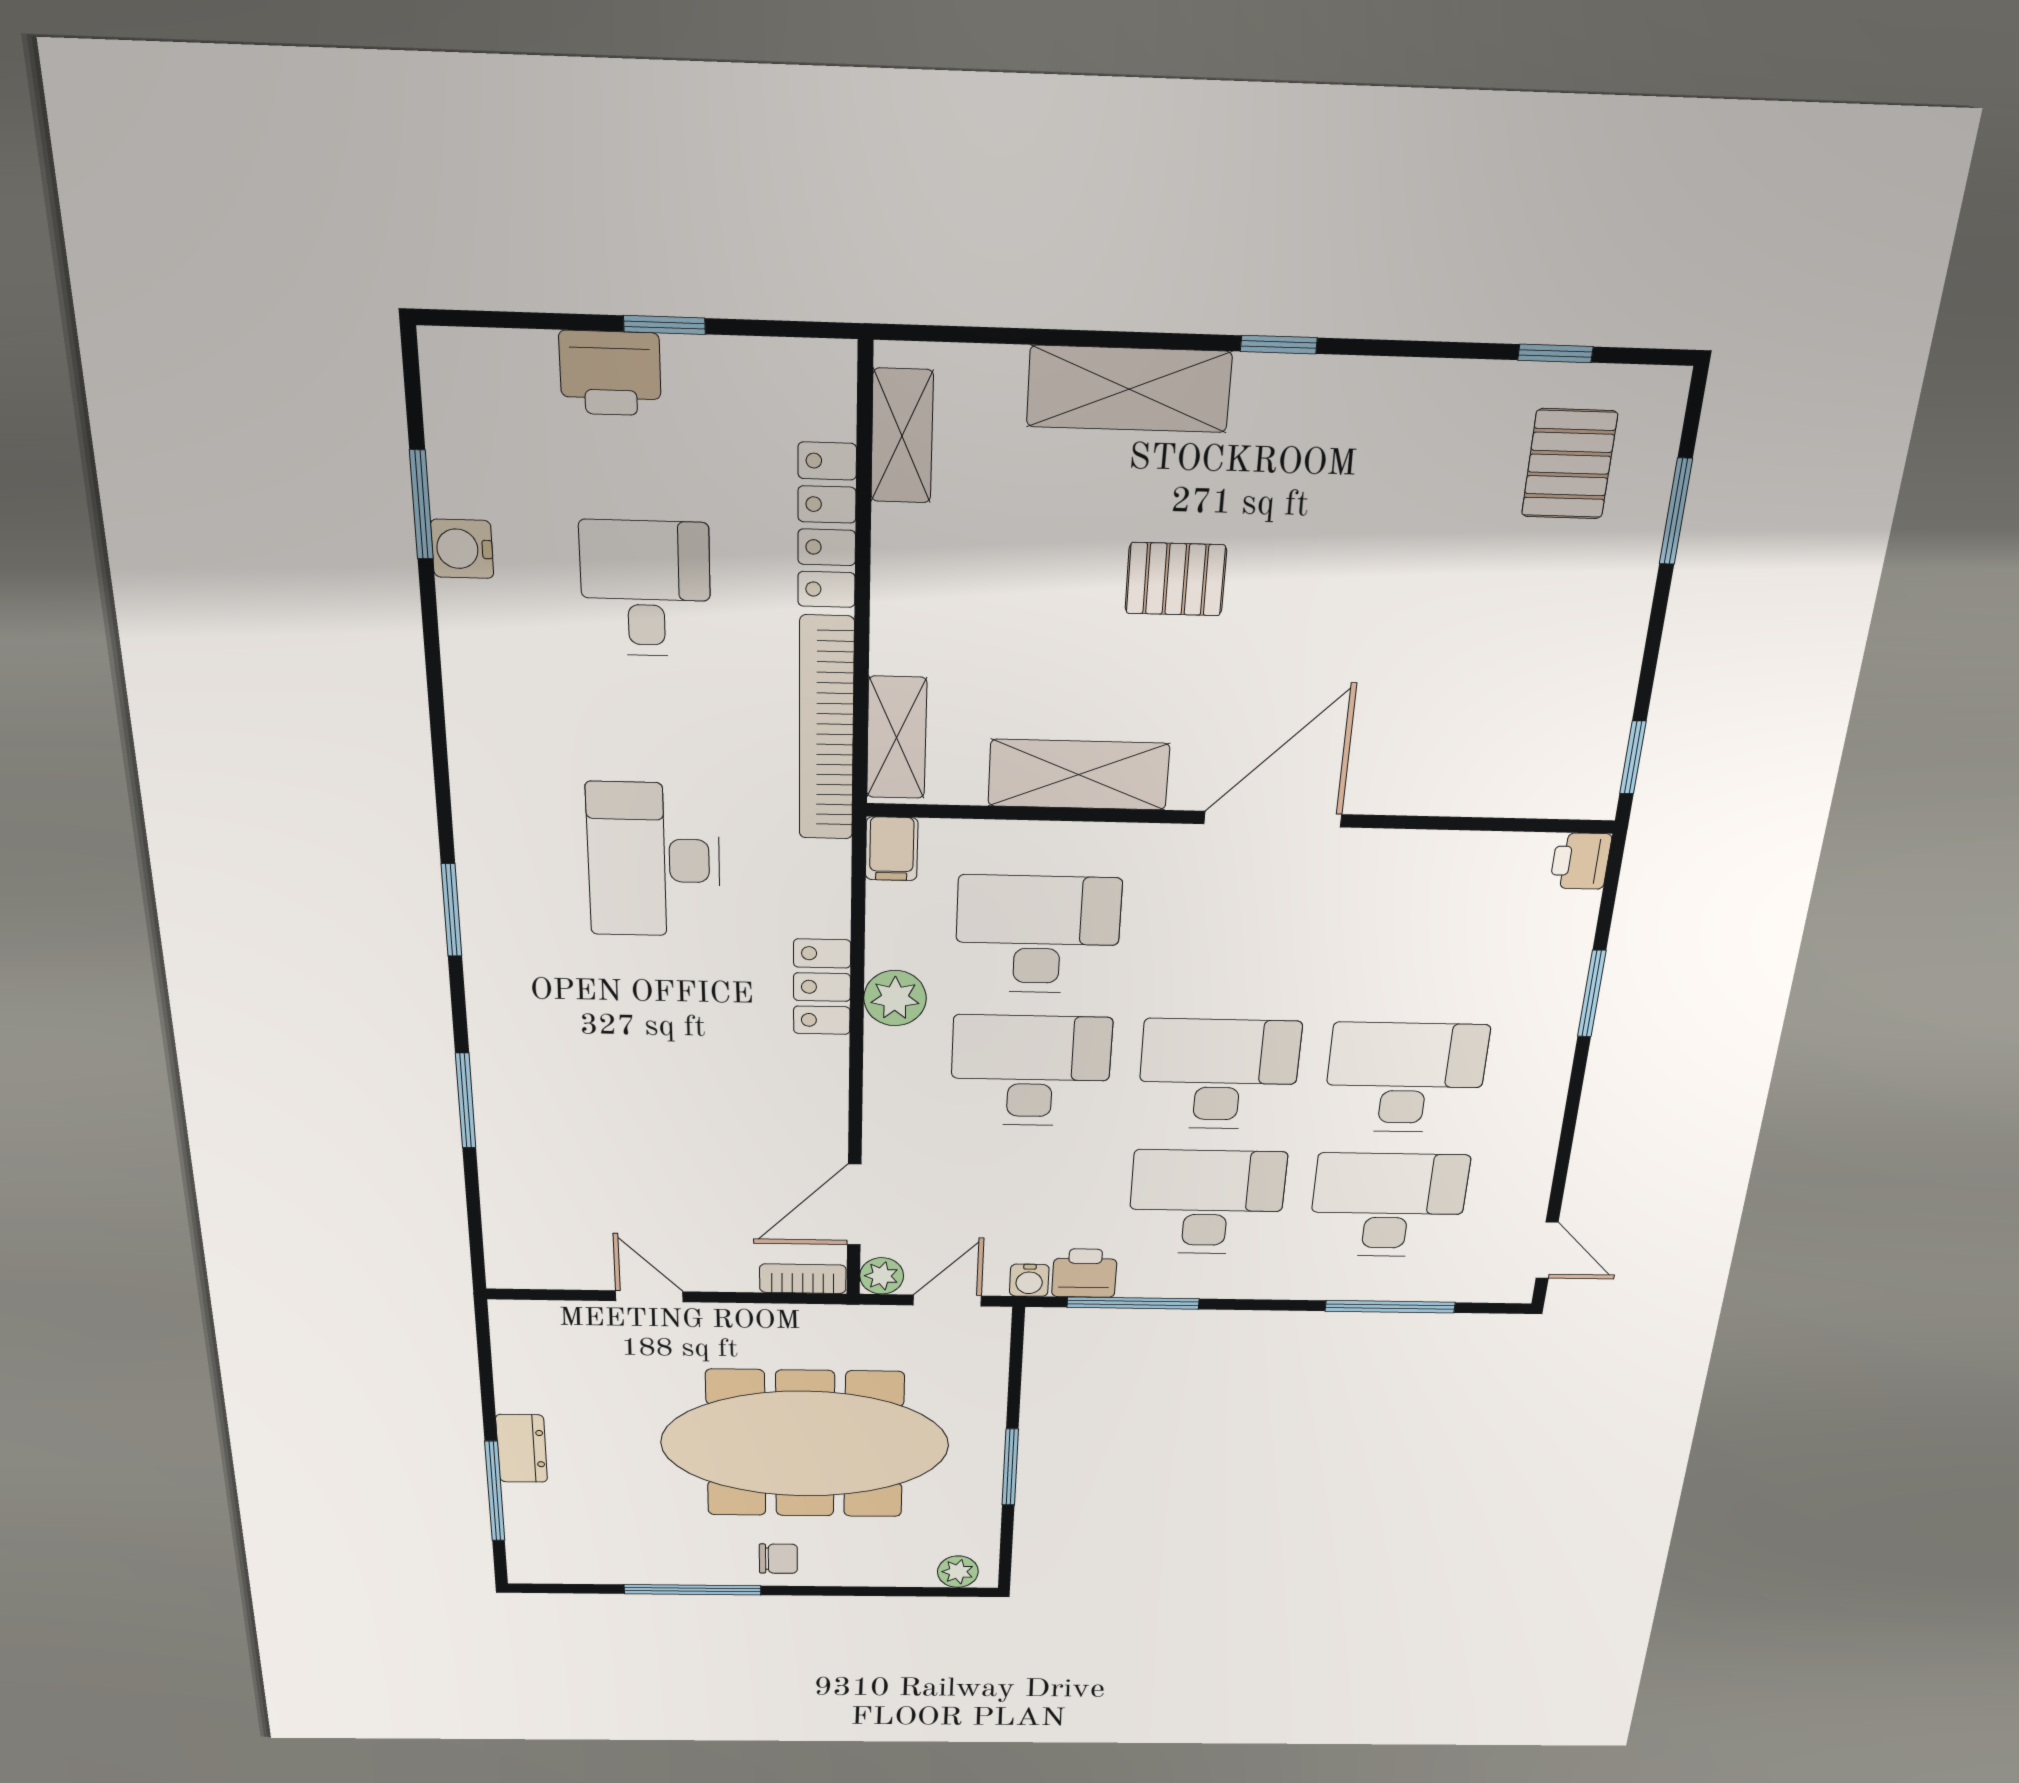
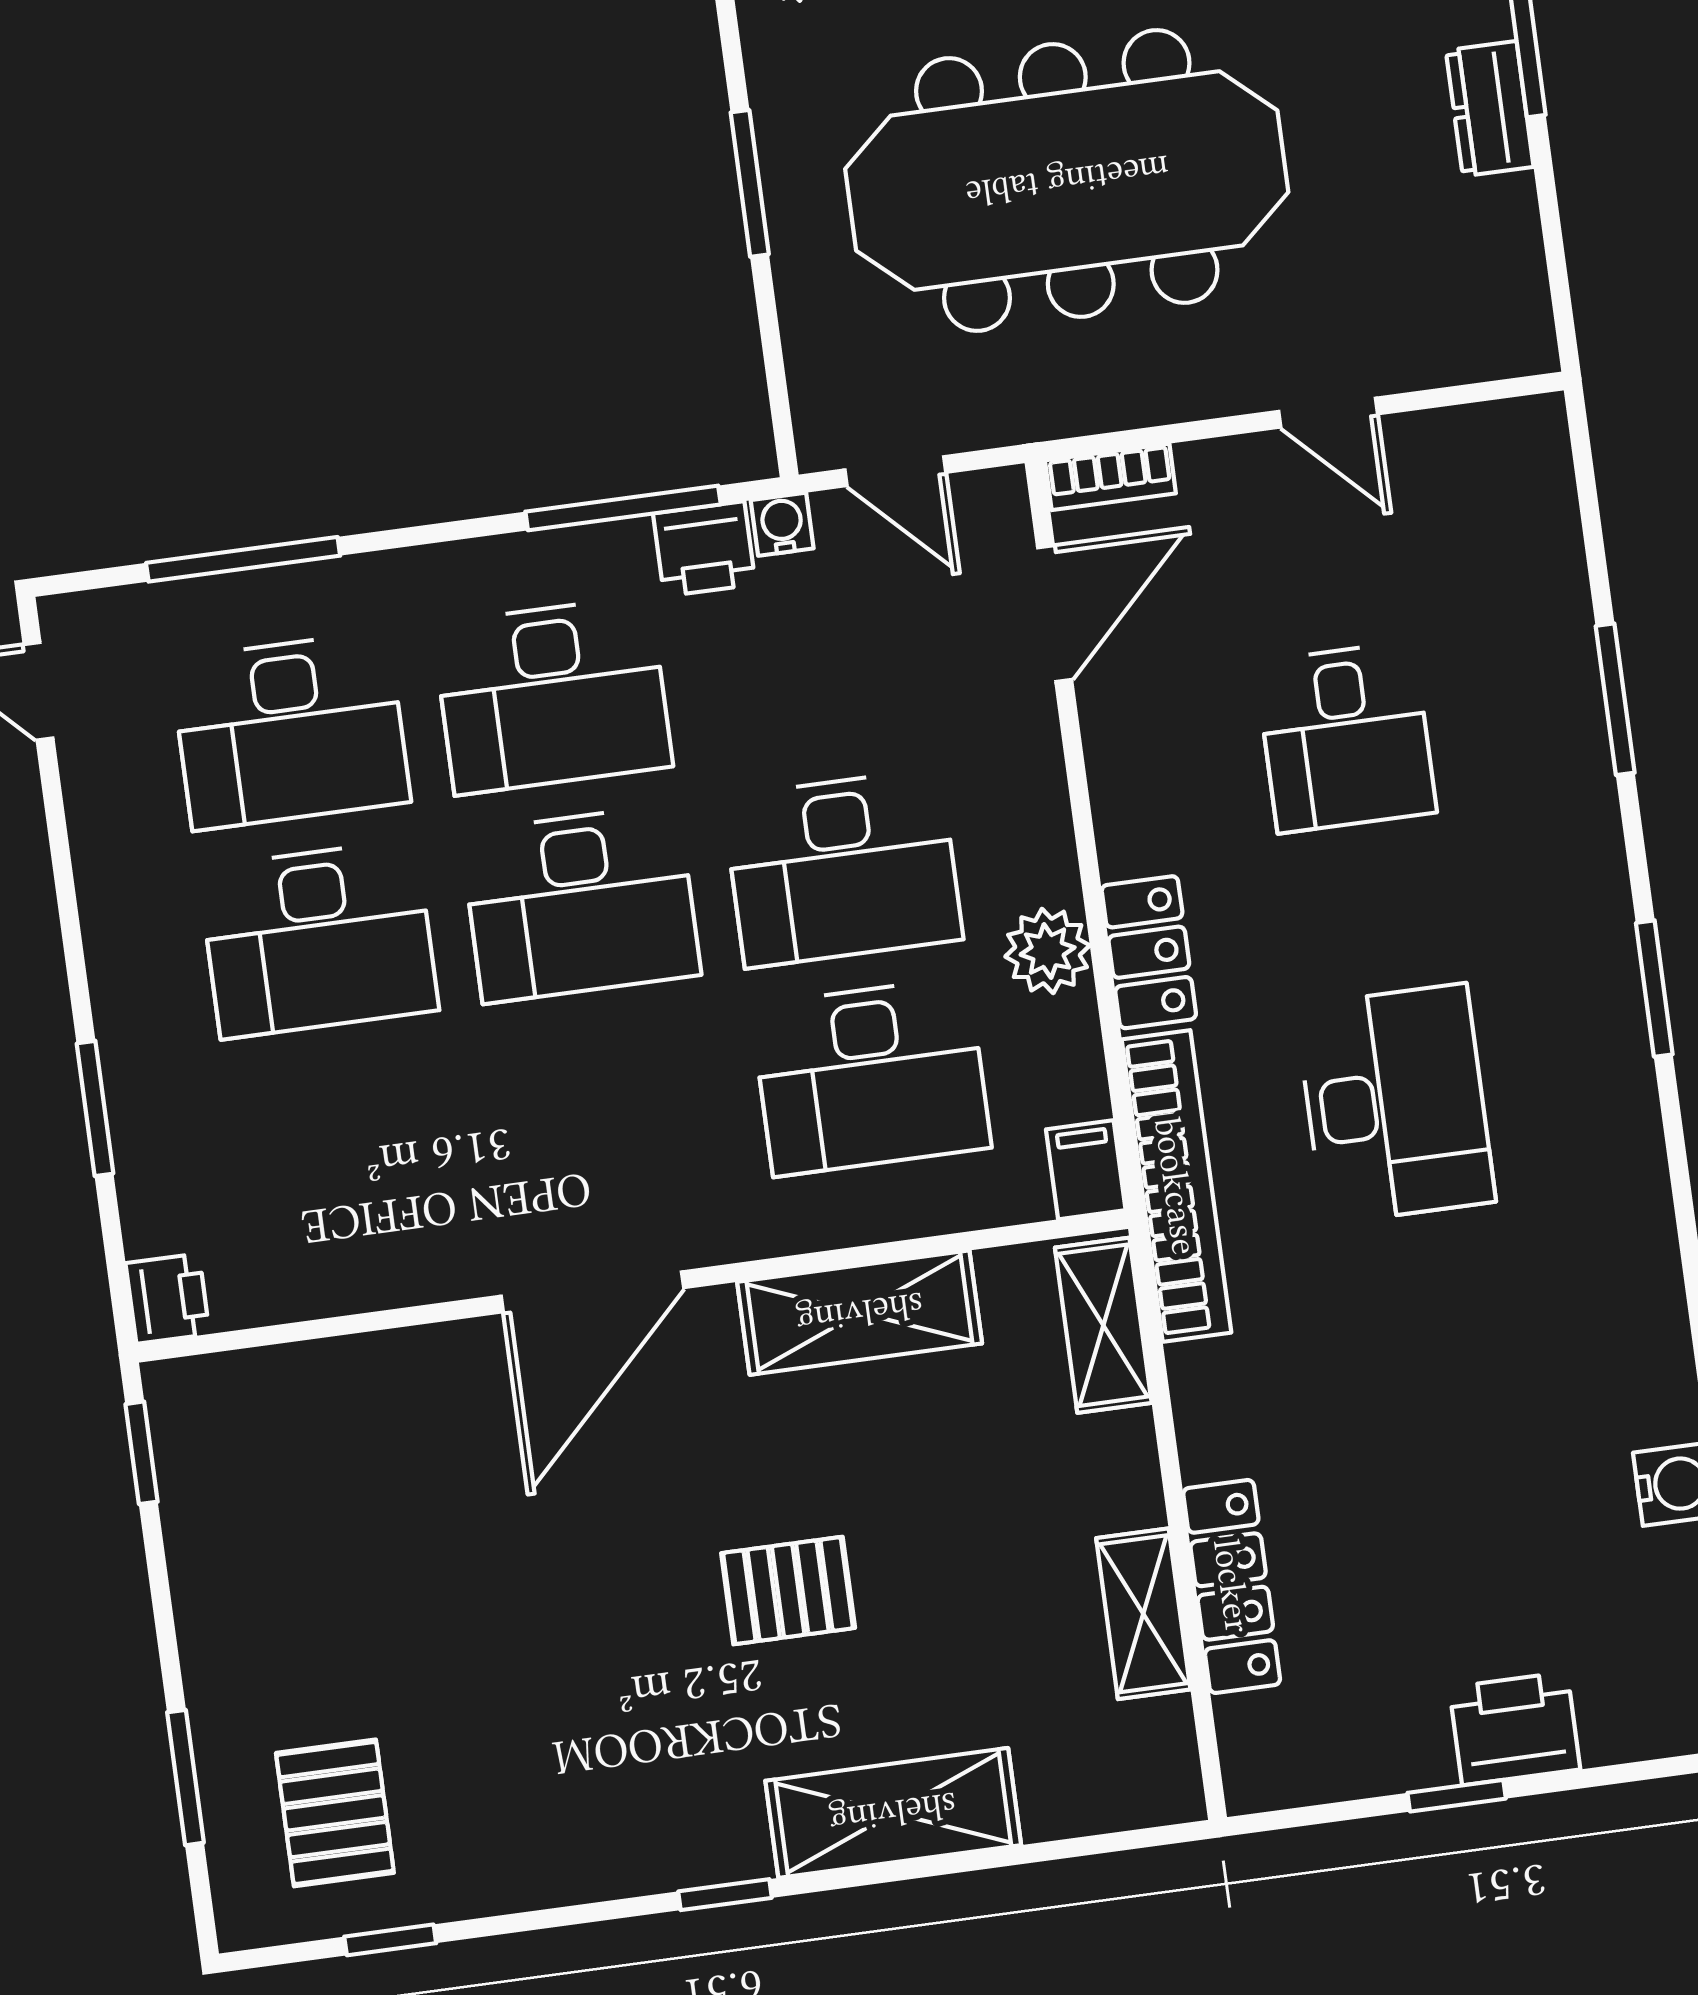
shelving: (902, 436) -> (1143, 1614), moved
desk: (646, 589) -> (1346, 737), moved
bookcase: (826, 729) -> (1176, 1186), moved
plant: (882, 1276) -> (997, 499), removed
door: (947, 1300) -> (895, 471), hinge flipped

